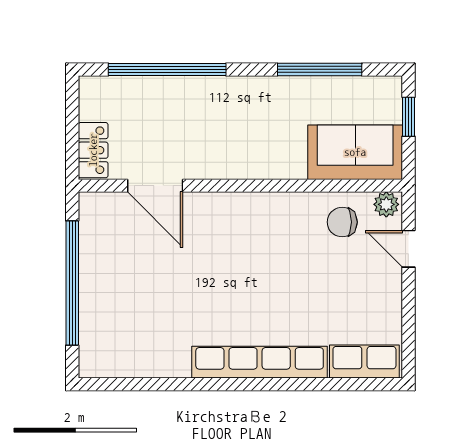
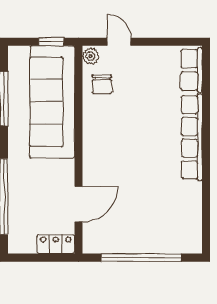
window: (408, 117) -> (51, 42), moved
sofa: (355, 152) -> (52, 102), width x1.85, depth x1.27
door: (408, 249) -> (119, 42), swing flipped

